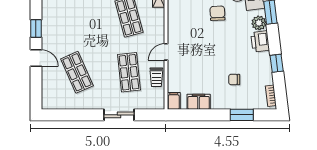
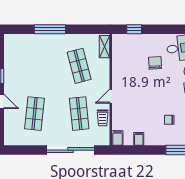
shop shelf: (77, 72) -> (34, 114), turned 30
filing cabinet: (199, 102) -> (139, 139), width x0.50
sliding door: (119, 115) -> (71, 150), width x1.86

